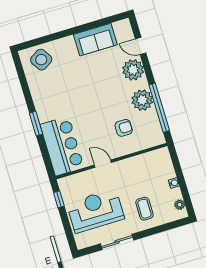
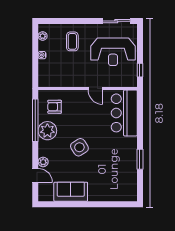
side table: (41, 60) -> (79, 147), moved
plant: (133, 70) -> (43, 162), width x0.53, depth x0.53
window: (36, 124) -> (140, 159), moved
armchair: (124, 128) -> (55, 107), moved
sliding door: (117, 242) -> (116, 21), moved

